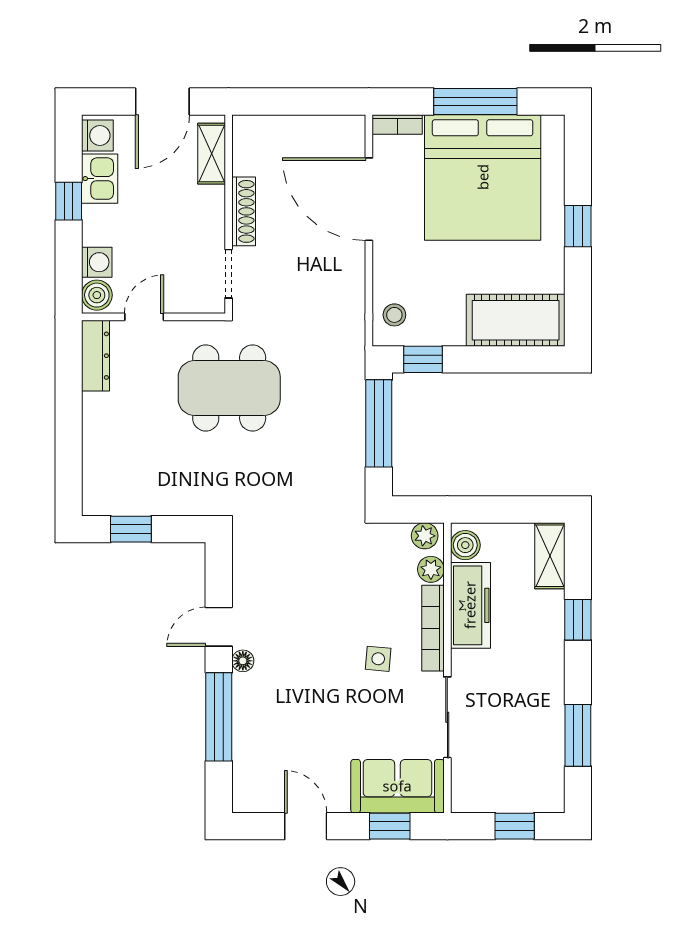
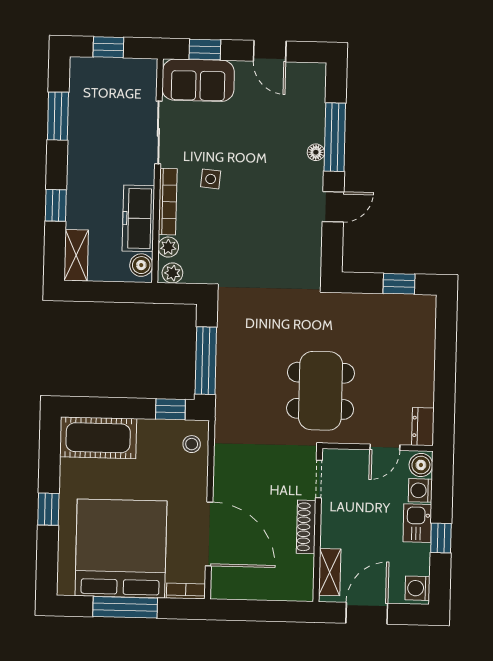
kitchen sink: (100, 179) -> (417, 523), moved
dresser: (96, 356) -> (423, 427), width x0.70
dining table: (229, 388) -> (321, 391), turned 90
floor lamp: (243, 661) -> (316, 152), moved

